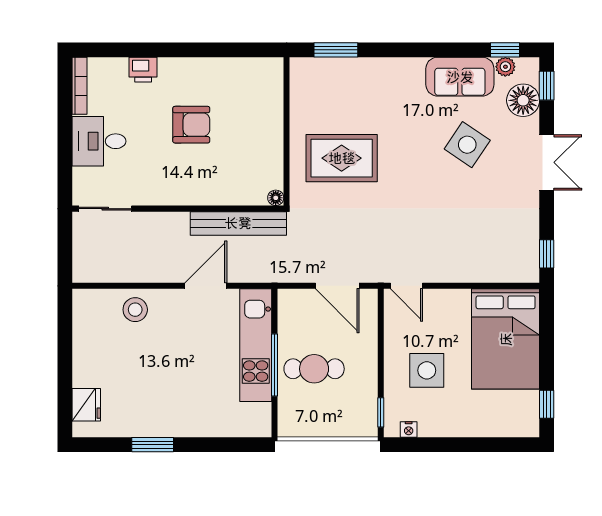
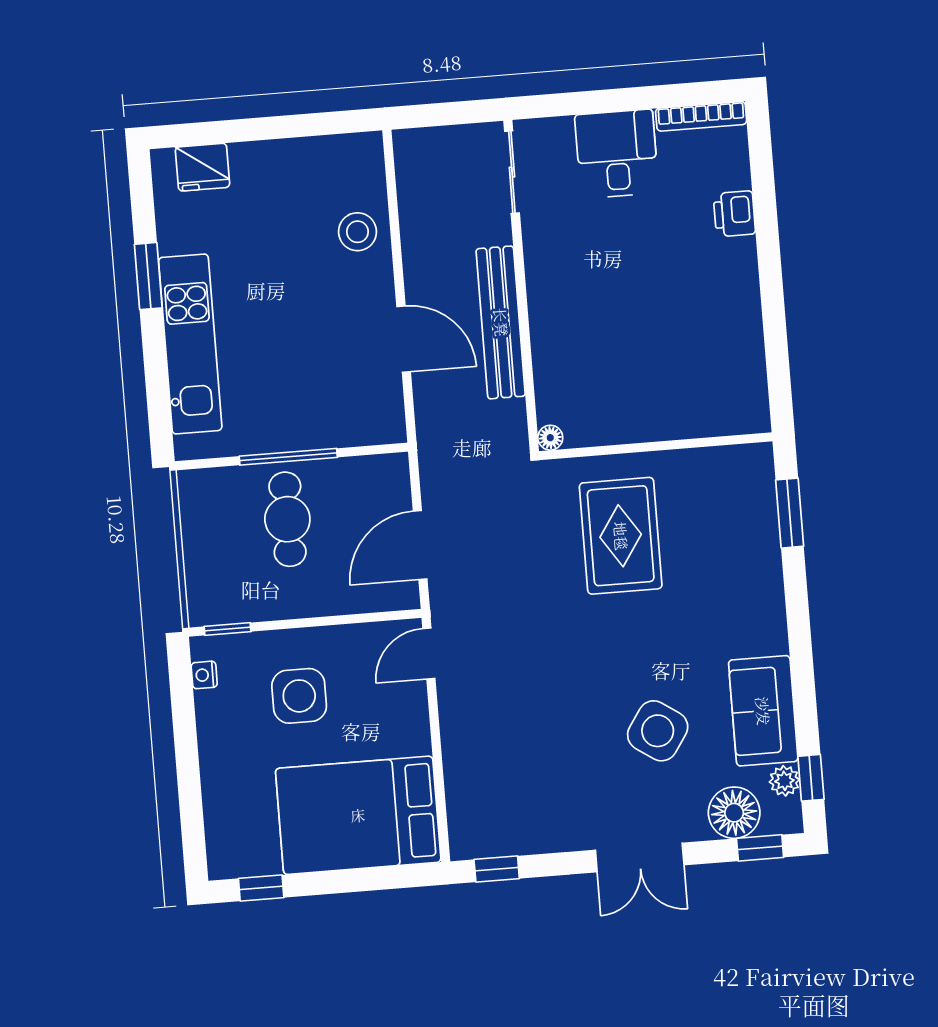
armchair: (191, 125) -> (654, 296), removed
bench: (238, 223) -> (501, 322), moved
kitchen unit: (256, 345) -> (190, 344), moved, turned 90

